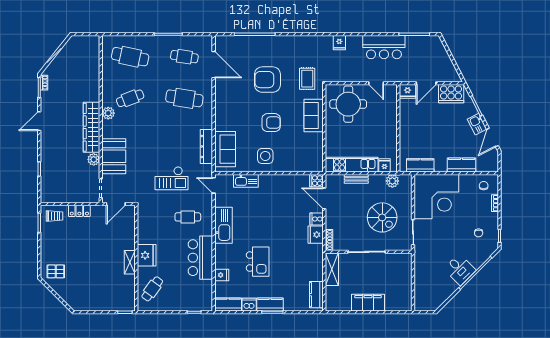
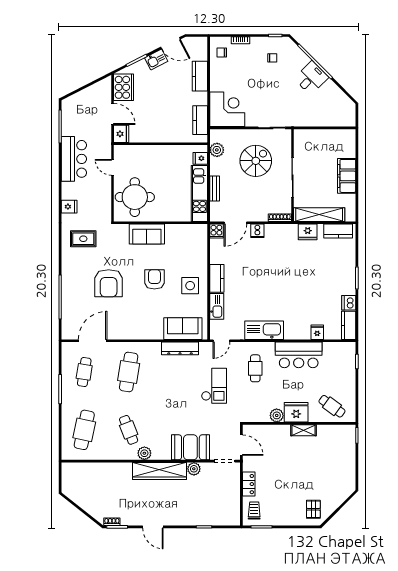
rug: (307, 79) -> (83, 239), moved
door: (376, 83) -> (112, 167), swing flipped
corner desk: (436, 197) -> (227, 109), width x0.74, depth x0.74
fridge: (316, 235) -> (308, 232), moved
plant: (144, 237) -> (277, 415), added
kitchen island: (258, 262) -> (303, 294), removed
shelving: (332, 269) -> (319, 215), width x1.47
kitchen counter: (270, 305) -> (217, 278), moved, turned 180

